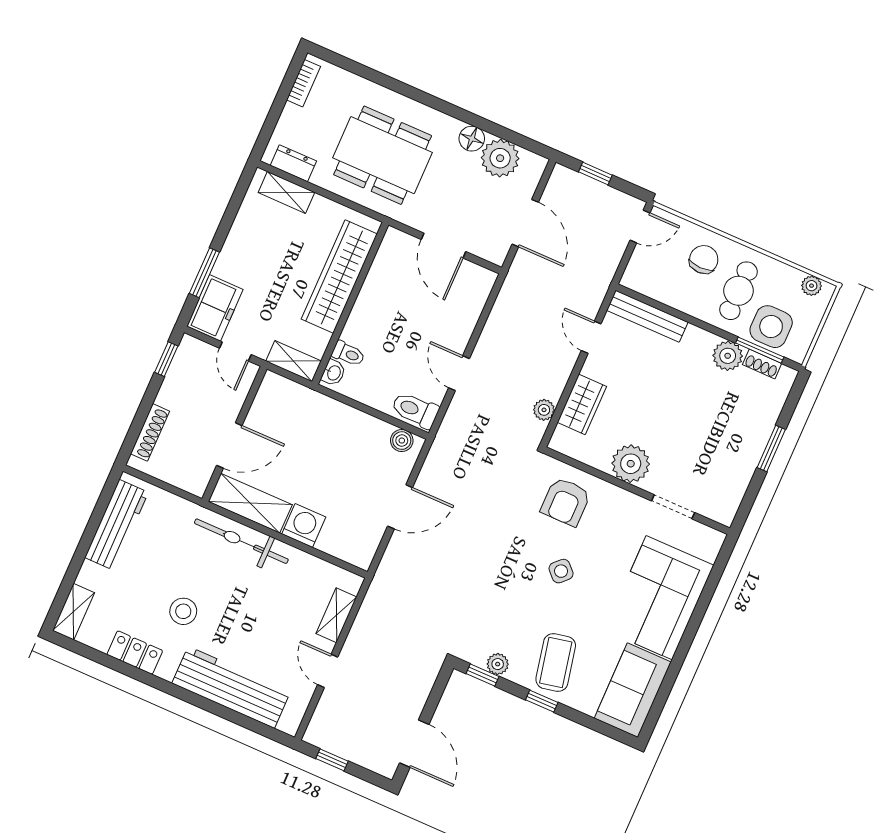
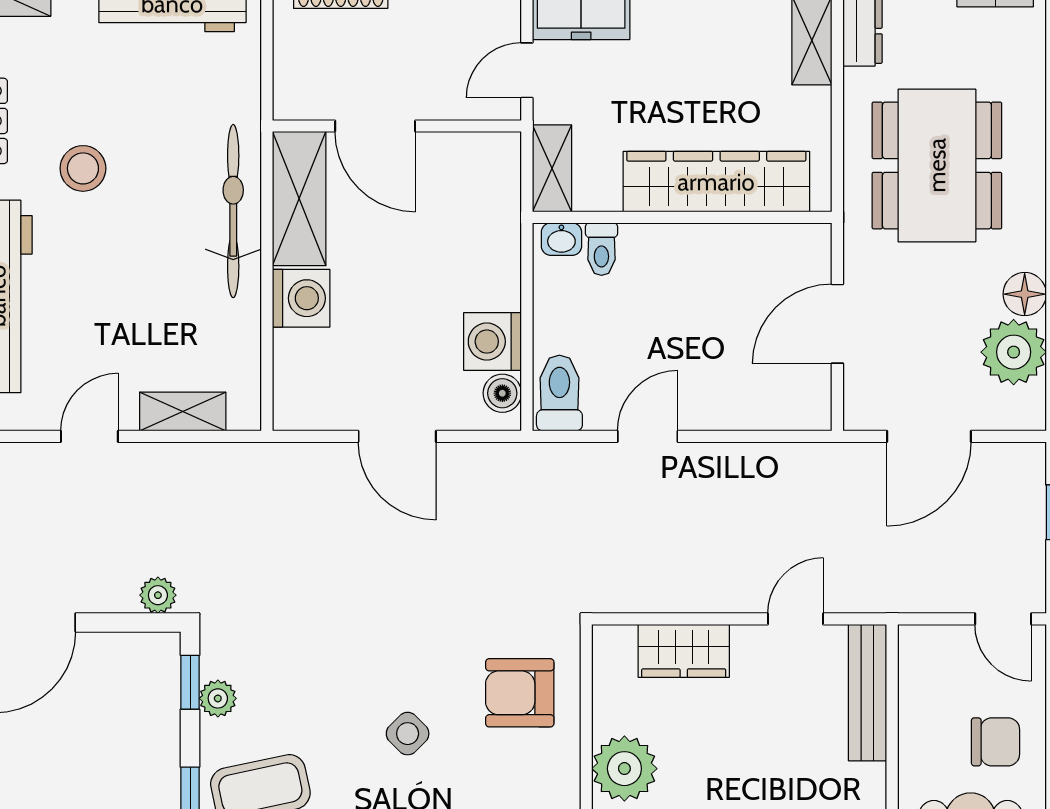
plant: (544, 410) -> (158, 595), moved
washing machine: (372, 434) -> (493, 342), added

